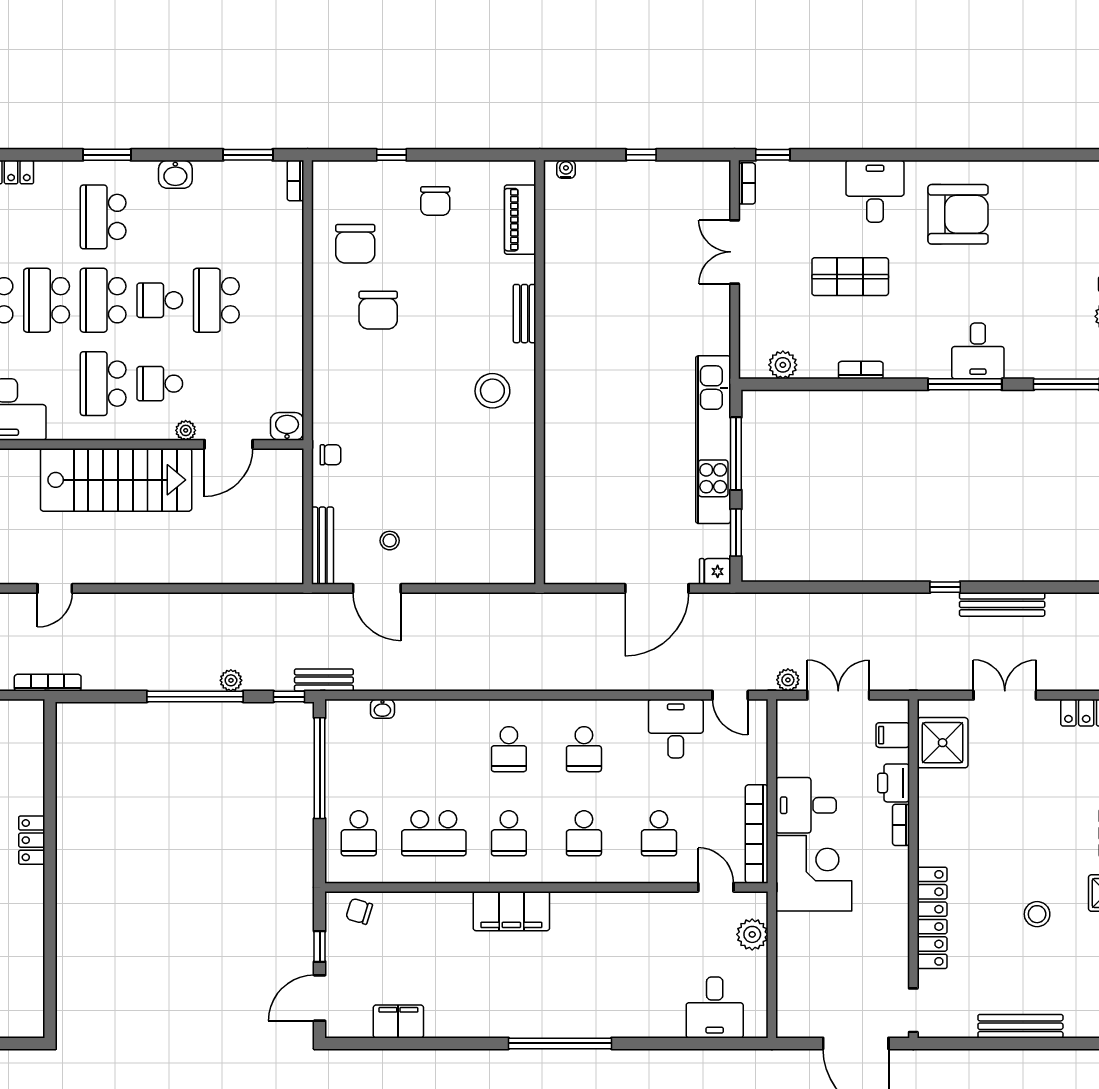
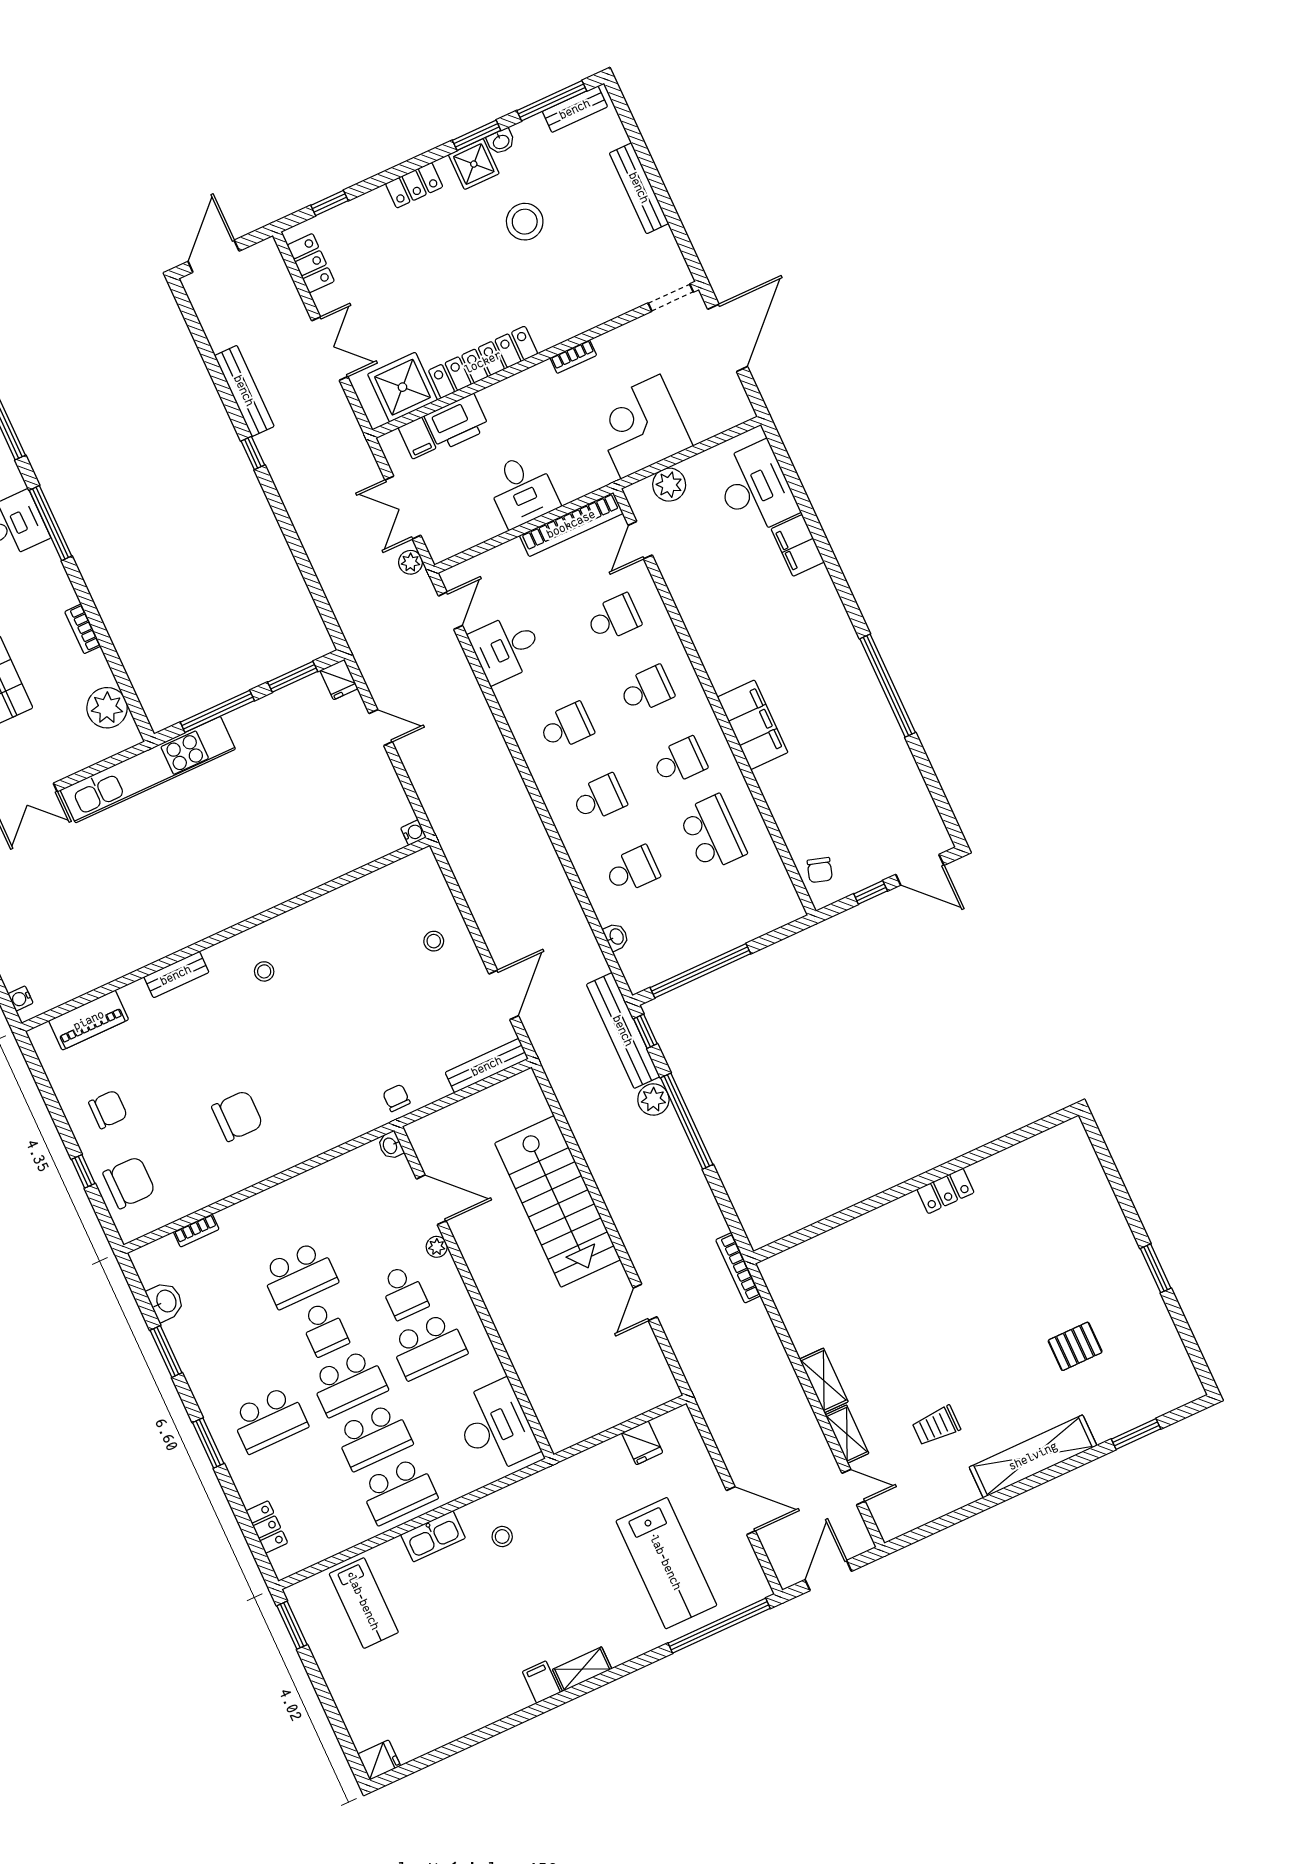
window: (248, 155) -> (166, 1351), moved
washbasin: (175, 174) -> (166, 1301), moved
bookcase: (295, 181) -> (196, 1231), moved
chair: (355, 244) -> (129, 1183), moved
plant: (783, 365) -> (107, 708), width x1.36, depth x1.36
stool: (492, 391) -> (264, 971), width x0.53, depth x0.53
washbasin: (287, 426) -> (390, 1146), width x0.72, depth x0.69
kitchen unit: (713, 440) -> (148, 770), moved
stairs: (116, 480) -> (558, 1201), moved, turned 180
stool: (390, 541) -> (434, 941), moved
water cooler: (553, 575) -> (414, 833), added
door: (55, 588) -> (645, 1302), swing flipped
door: (657, 588) -> (381, 728), width x0.53
plant: (231, 680) -> (653, 1100), width x1.38, depth x1.38
bench: (324, 680) -> (623, 1031), width x1.86, depth x1.21
double door: (1005, 695) -> (330, 349), swing flipped
printer: (894, 783) -> (457, 422), width x1.37, depth x1.19
bookcase: (901, 825) -> (573, 357), moved
school desk: (359, 833) -> (632, 870), moved
locker: (32, 840) -> (945, 1191), moved
corner desk: (814, 873) -> (641, 427), moved
stool: (1037, 914) -> (525, 222), width x1.38, depth x1.38
locker: (932, 918) -> (483, 362), moved
desk: (715, 1007) -> (755, 488), width x1.37
filing cabinet: (398, 1021) -> (798, 545), moved
window: (560, 1043) -> (888, 686), moved

